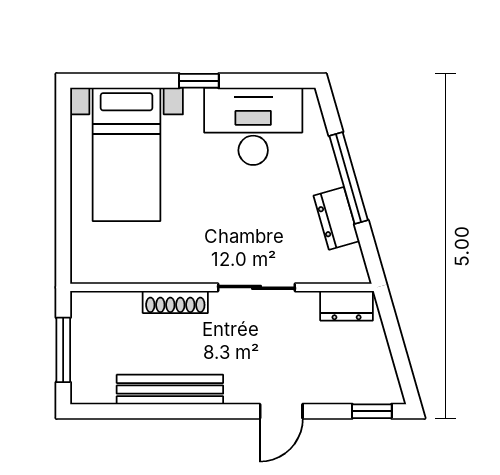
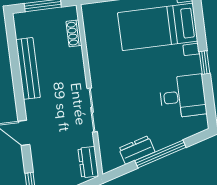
desk: (253, 126) -> (183, 96), width x0.73
shoe rack: (175, 302) -> (74, 33), moved, width x0.70

